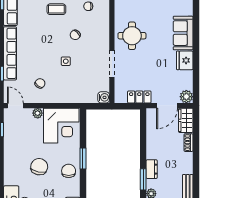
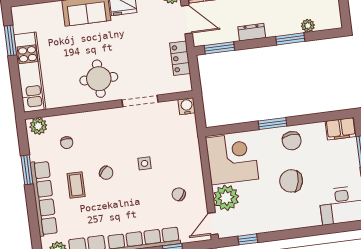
chair: (75, 35) -> (106, 173), moved
plant: (38, 113) -> (226, 198), width x1.87, depth x1.87
window: (143, 127) -> (219, 48), added
dresser: (152, 169) -> (252, 32), moved
chair: (69, 171) -> (292, 141), turned -95

